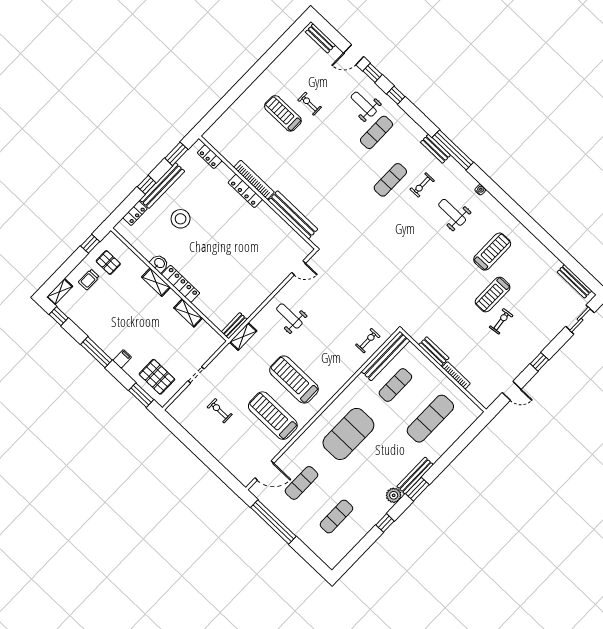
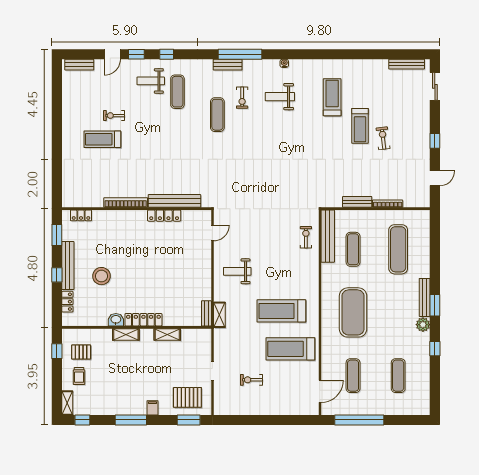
locker: (245, 191) -> (164, 216), moved

